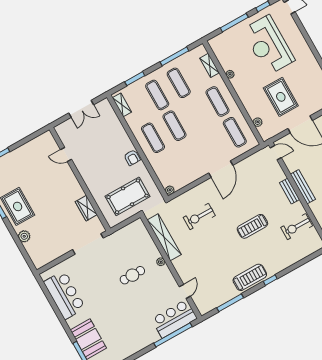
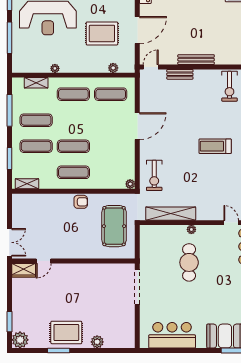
double door: (81, 109) -> (9, 242), moved
door: (221, 169) -> (137, 126), hinge flipped
bench: (290, 191) -> (180, 74), moved
wardrobe: (86, 208) -> (24, 270), moved
exercise bike: (199, 216) -> (154, 175), moved
treadmill: (252, 226) -> (215, 146), moved, turned 90
cafe table: (132, 275) -> (189, 262), width x1.37, depth x1.35

